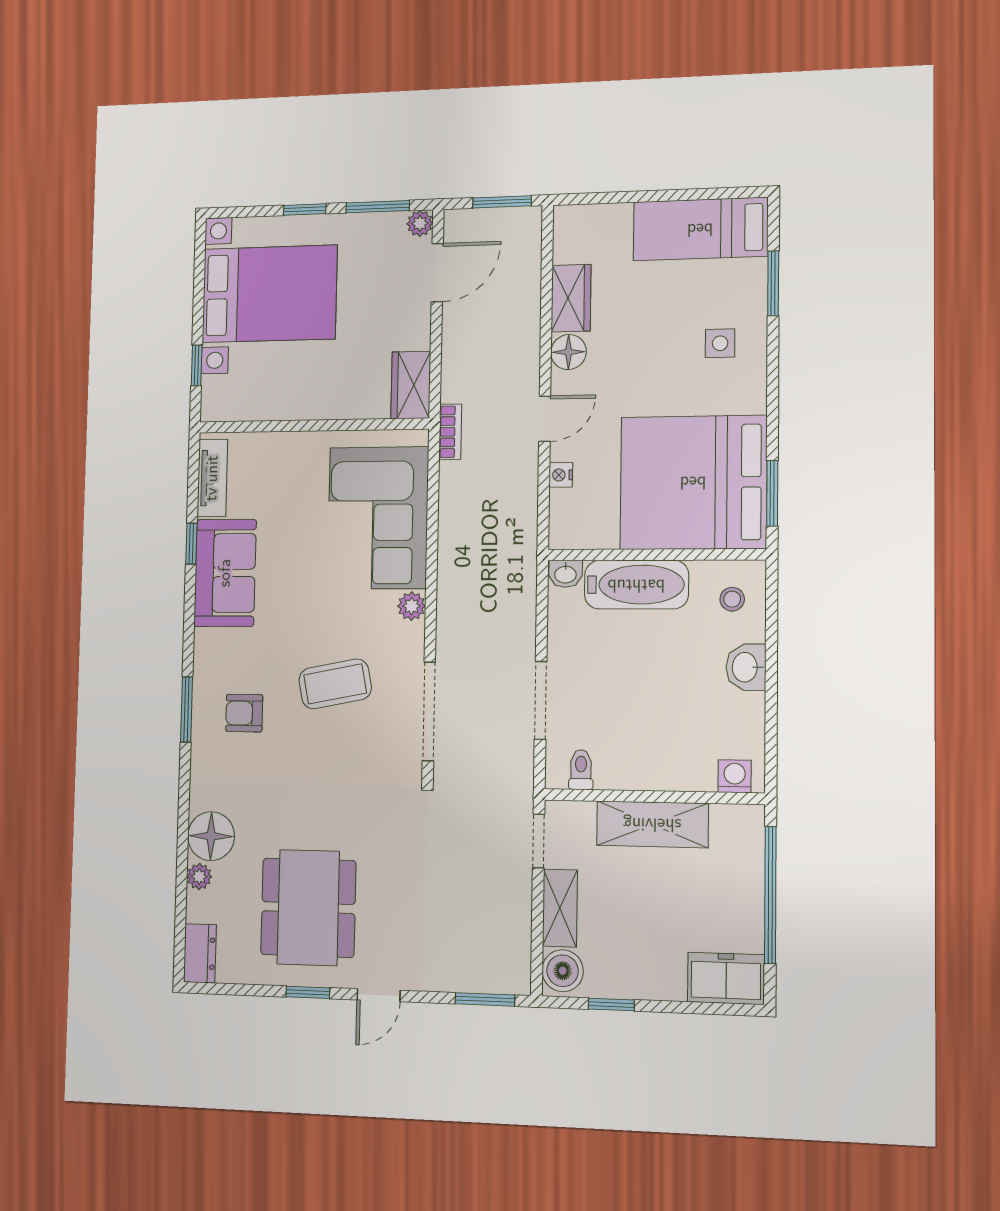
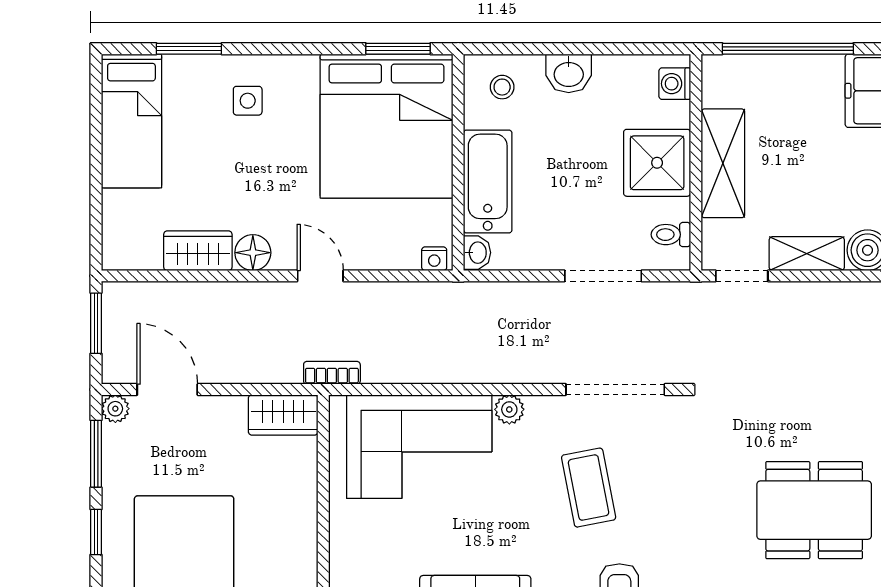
nightstand: (561, 475) -> (434, 259), moved
shower: (654, 757) -> (657, 163), added

